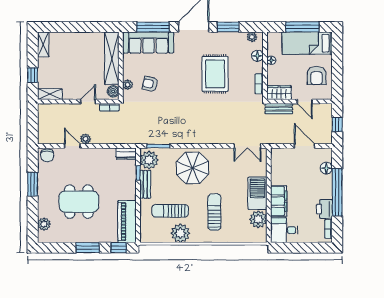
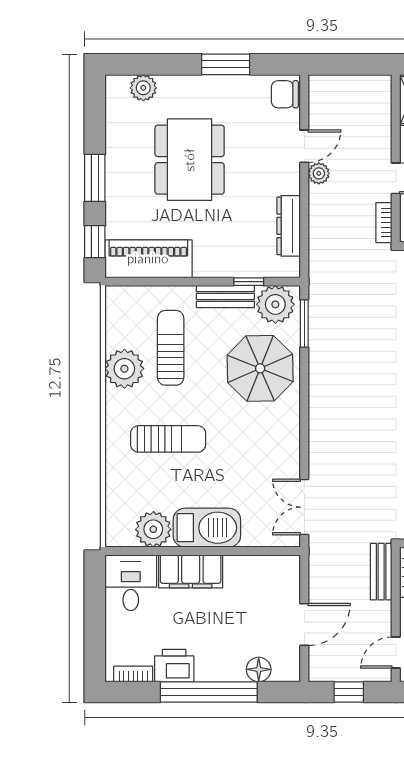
door: (305, 102) -> (396, 653), moved
dresser: (126, 154) -> (289, 226), moved, width x1.44
parasol: (193, 168) -> (260, 368), moved

